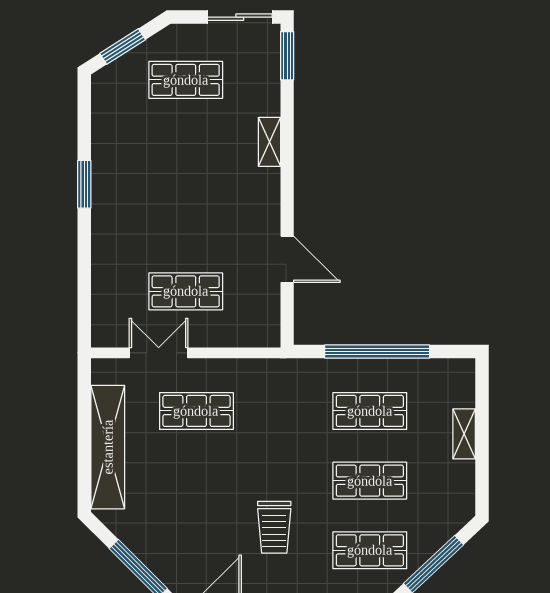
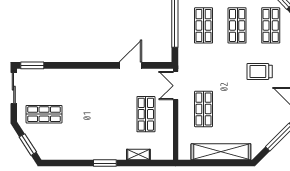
shop shelf: (186, 80) -> (44, 114), turned 90
shelving: (269, 142) -> (138, 155), moved
window: (84, 184) -> (105, 163), moved
double door: (159, 353) -> (176, 86), moved
trolley: (274, 527) -> (260, 72), turned 180

